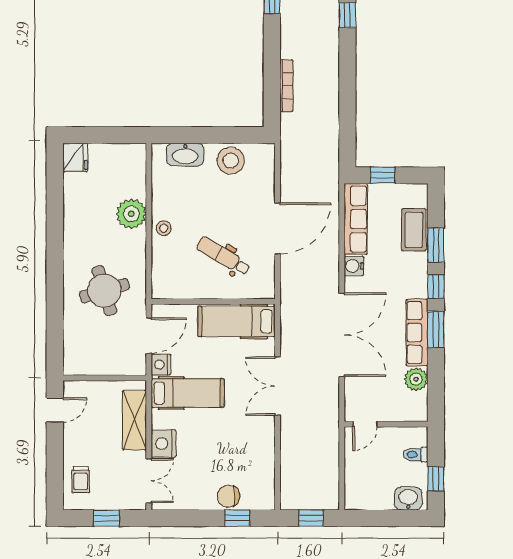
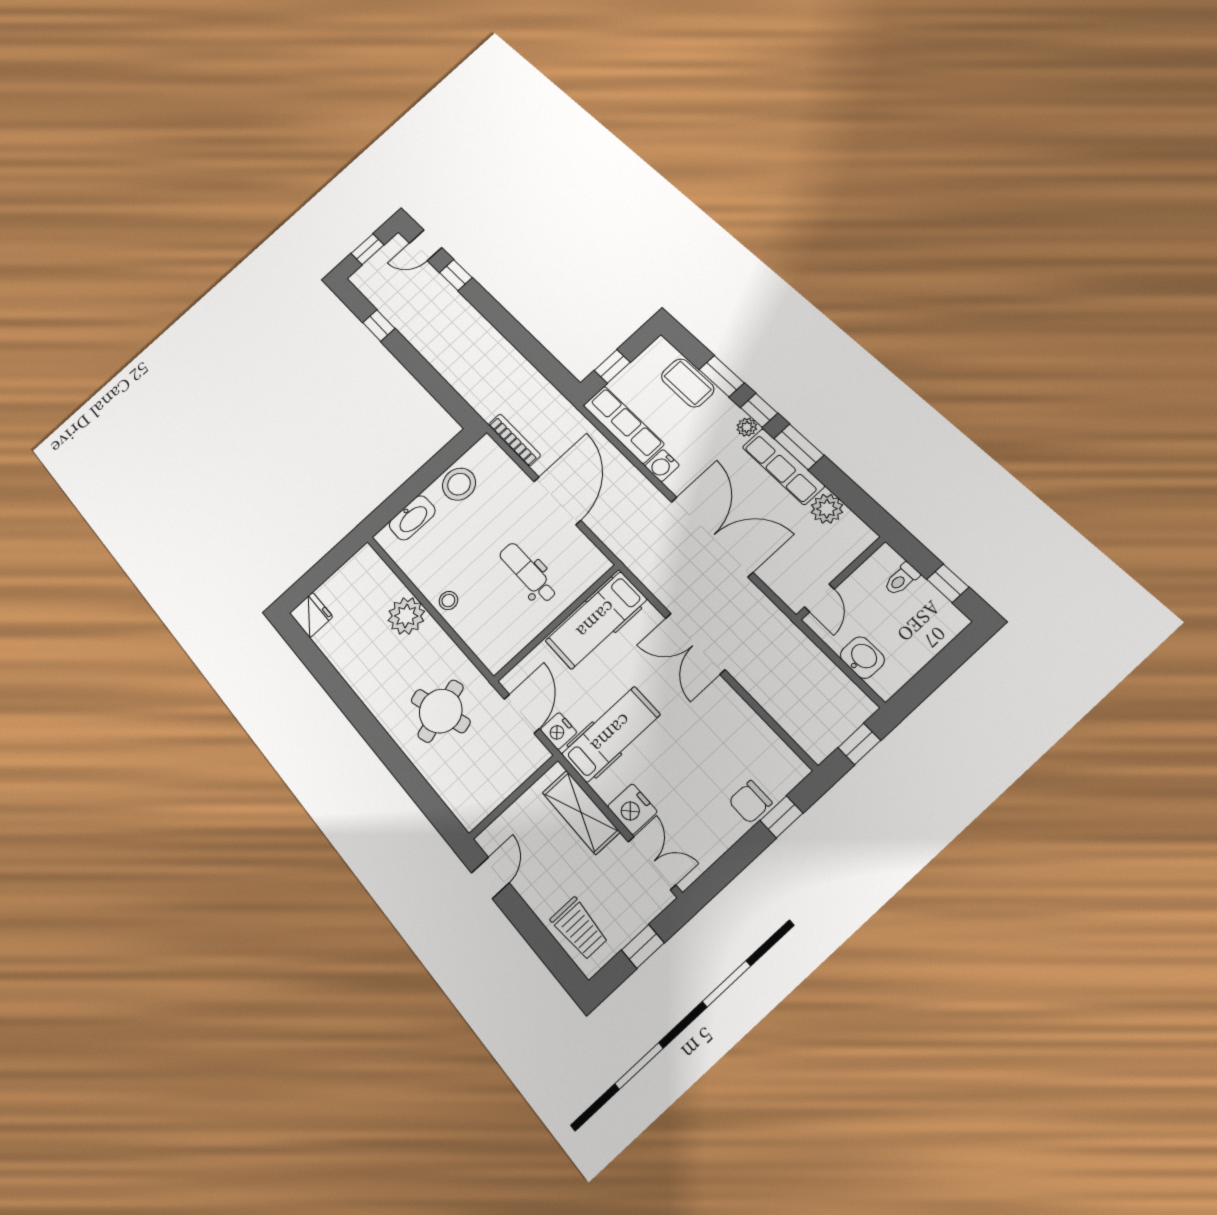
bookcase: (286, 86) -> (514, 440), moved
dental chair: (223, 256) -> (528, 573), turned 59
plant: (420, 290) -> (747, 427), added
trolley: (81, 480) -> (579, 929), width x1.36, depth x1.39
washbasin: (408, 499) -> (862, 658), moved, turned 90

